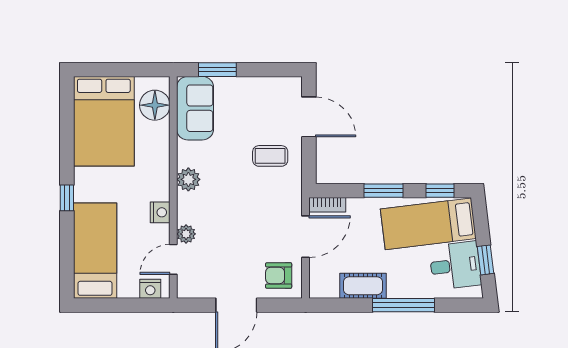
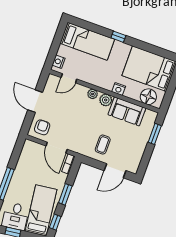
sofa: (195, 108) -> (127, 111), moved
nightstand: (160, 212) -> (119, 89), moved
plant: (186, 234) -> (93, 94), moved
door: (173, 259) -> (69, 78), swing flipped
cot: (363, 286) -> (22, 167), removed

